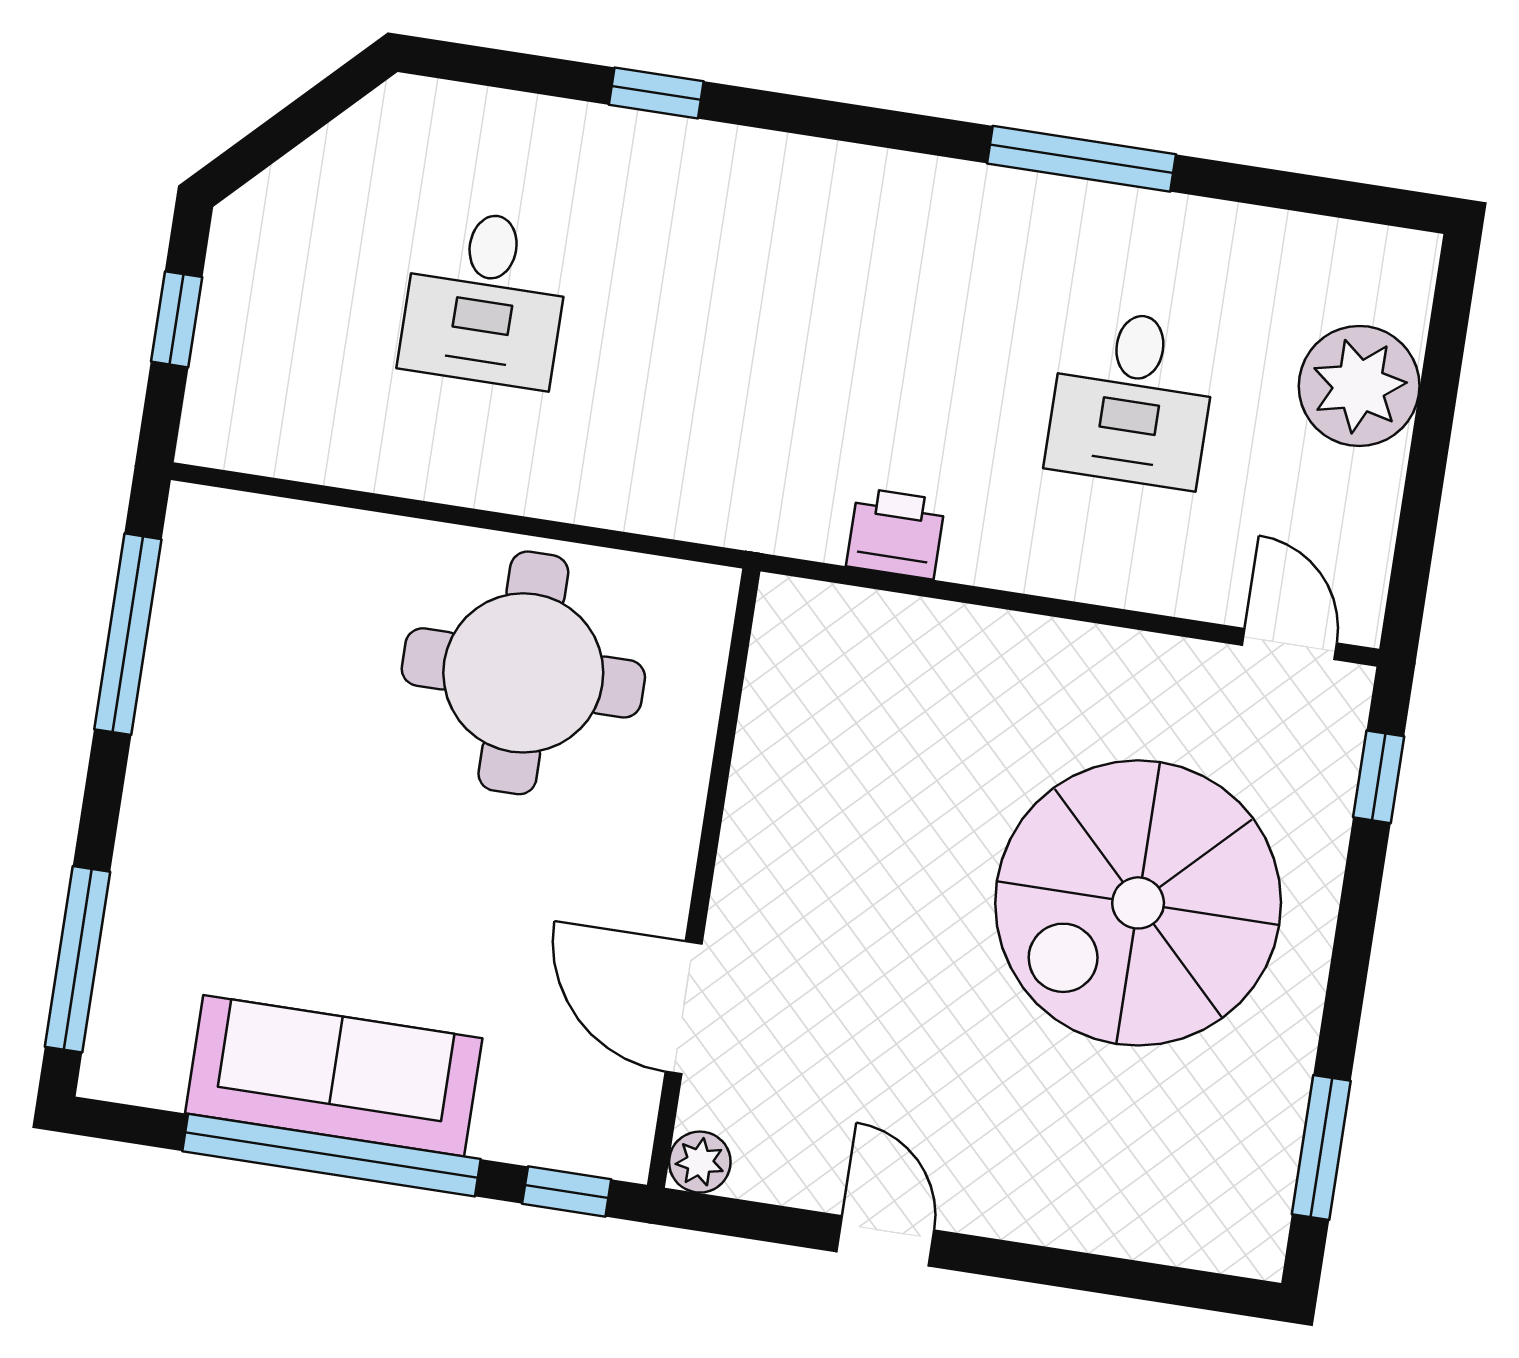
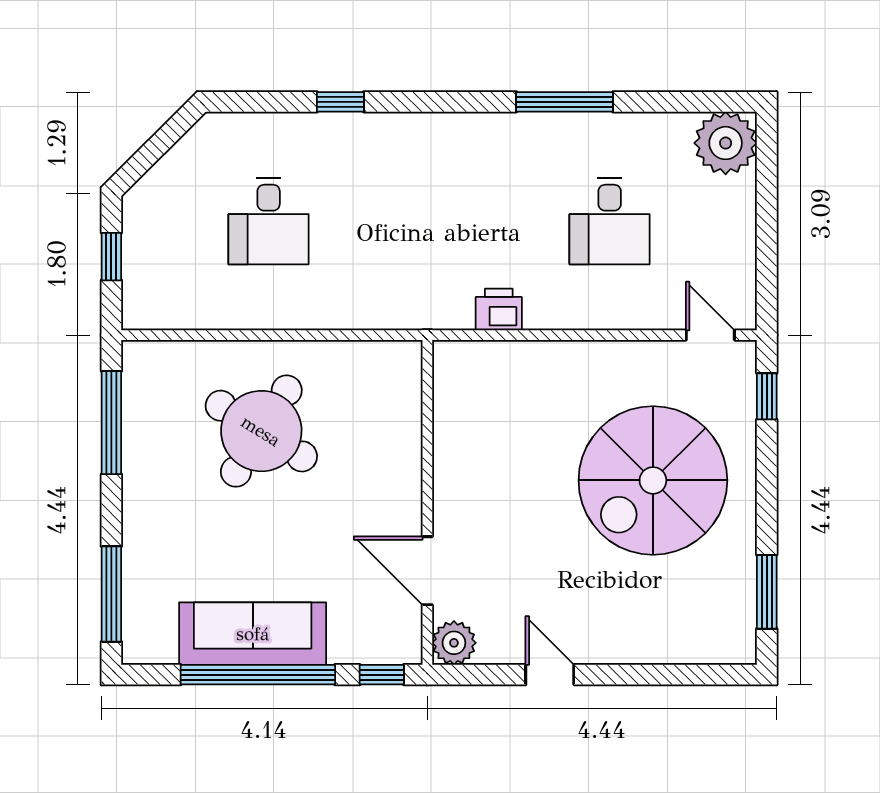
plant: (1359, 386) -> (726, 143), moved
round table: (523, 673) -> (261, 431), moved, turned 32
plant: (700, 1162) -> (454, 643), width x1.38, depth x1.38

